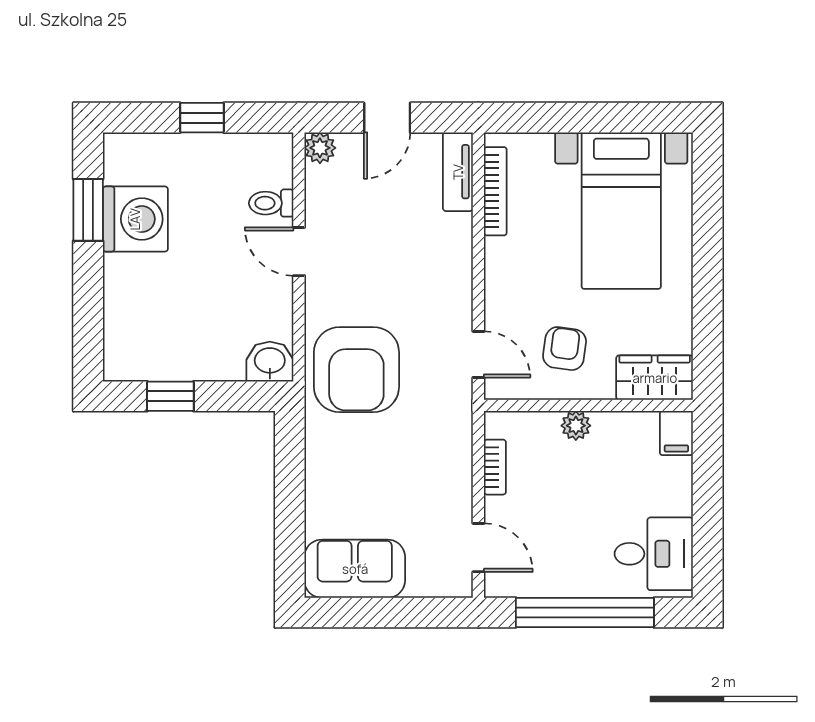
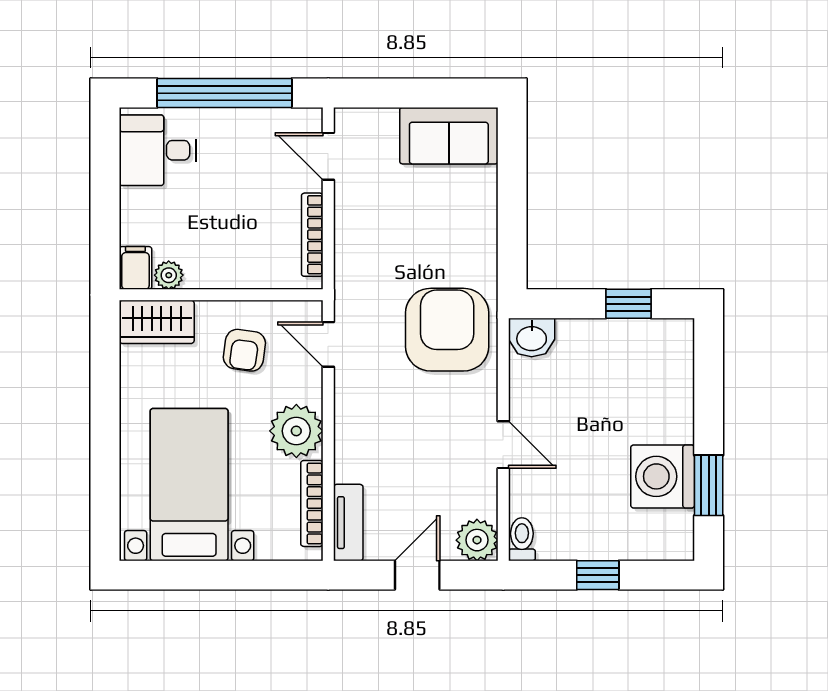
plant: (320, 148) -> (477, 540), width x1.38, depth x1.38
toilet: (271, 203) -> (522, 539), moved, turned -90
plant: (511, 266) -> (296, 431), added
plant: (576, 426) -> (169, 275), moved
bookcase: (495, 467) -> (312, 235), width x1.56

